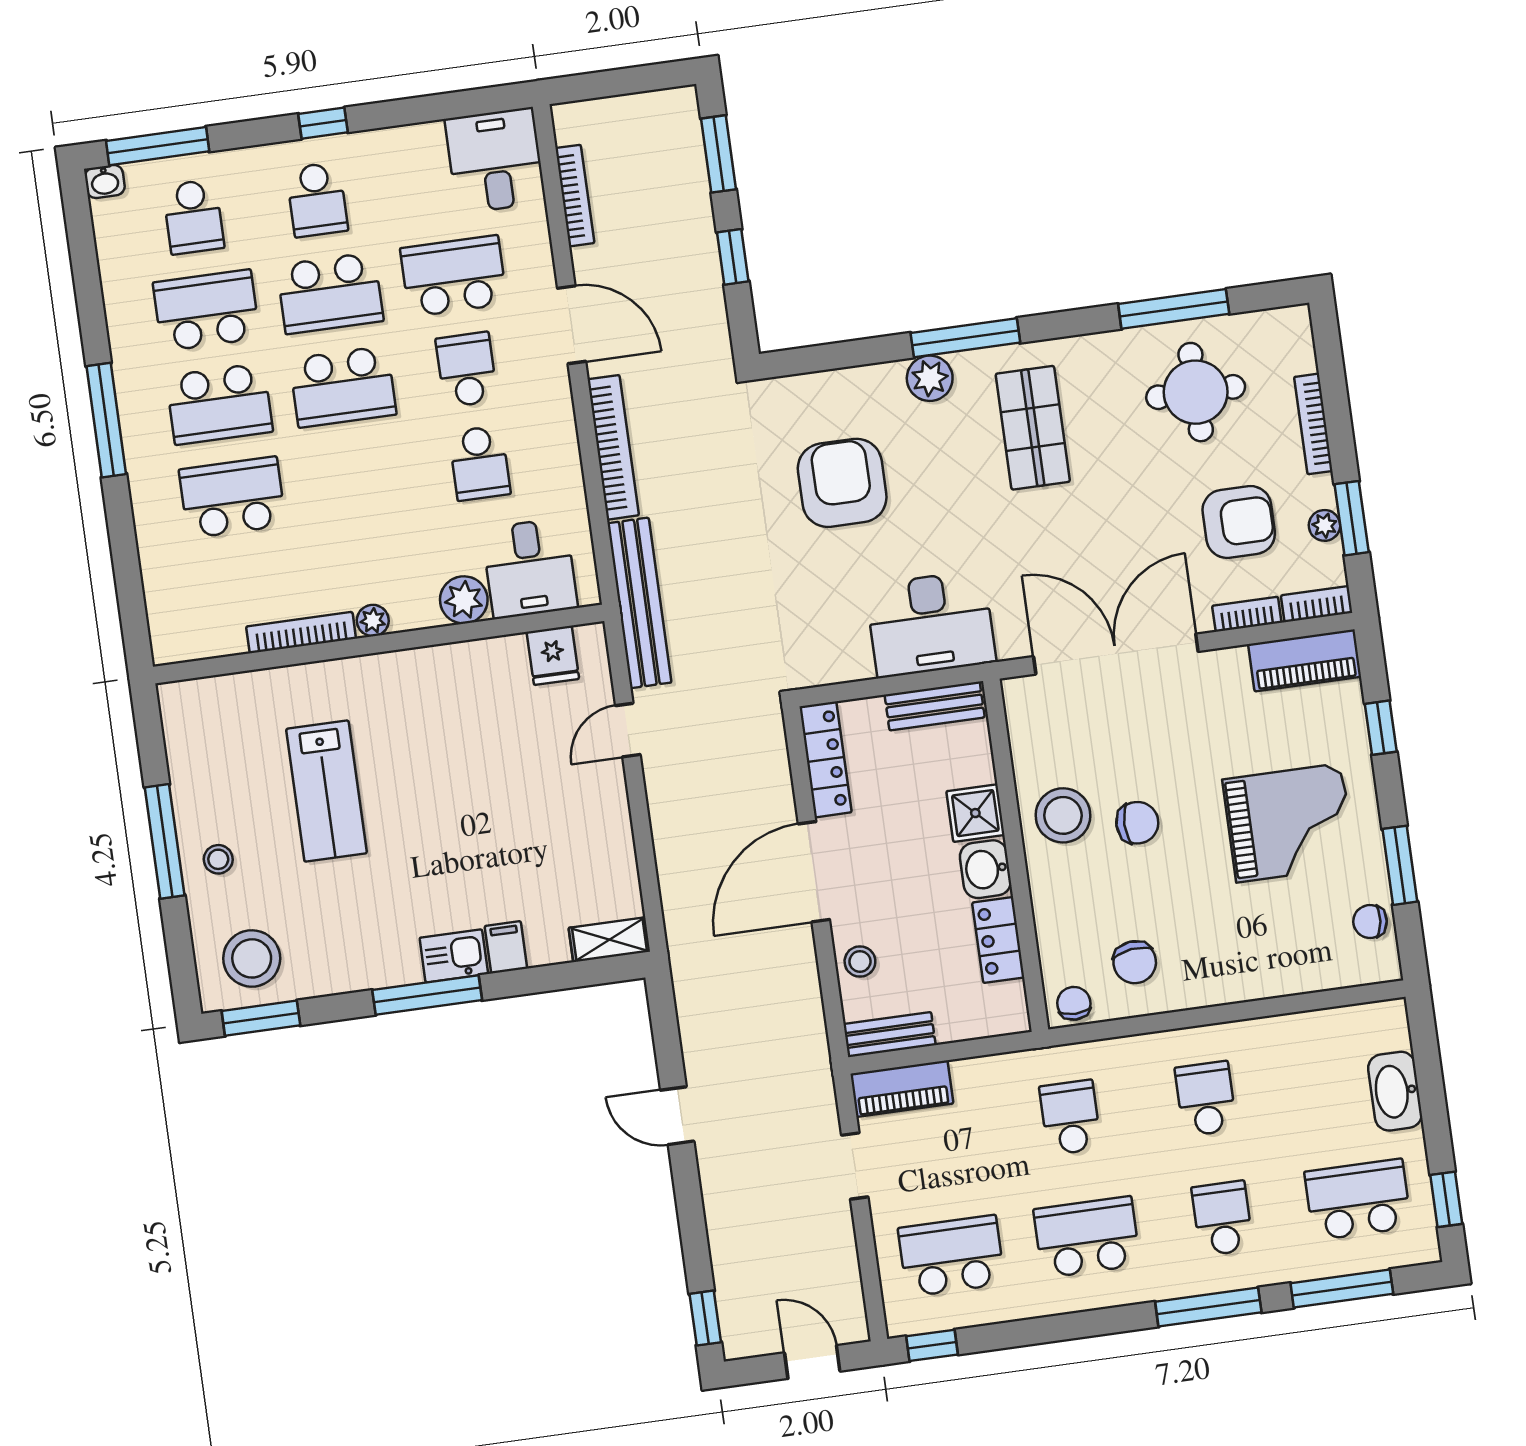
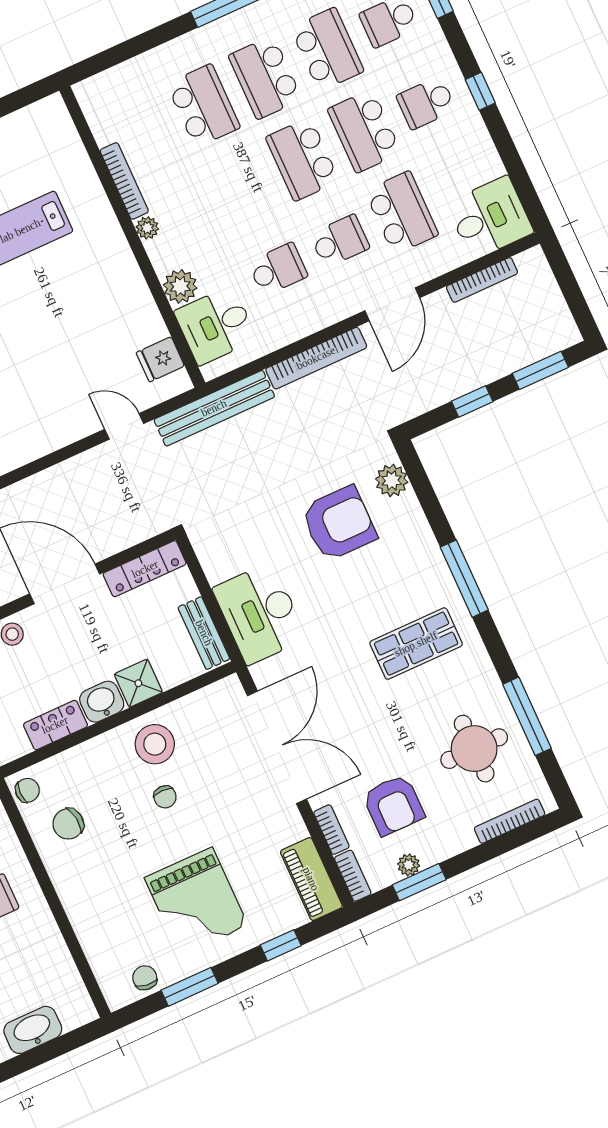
plant: (930, 378) -> (392, 480), moved
bookcase: (1313, 424) -> (510, 821), moved
school desk: (480, 463) -> (278, 269), turned 180
chair: (1137, 823) -> (165, 797), width x0.73, depth x0.73

